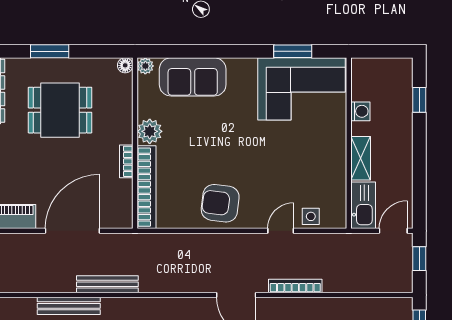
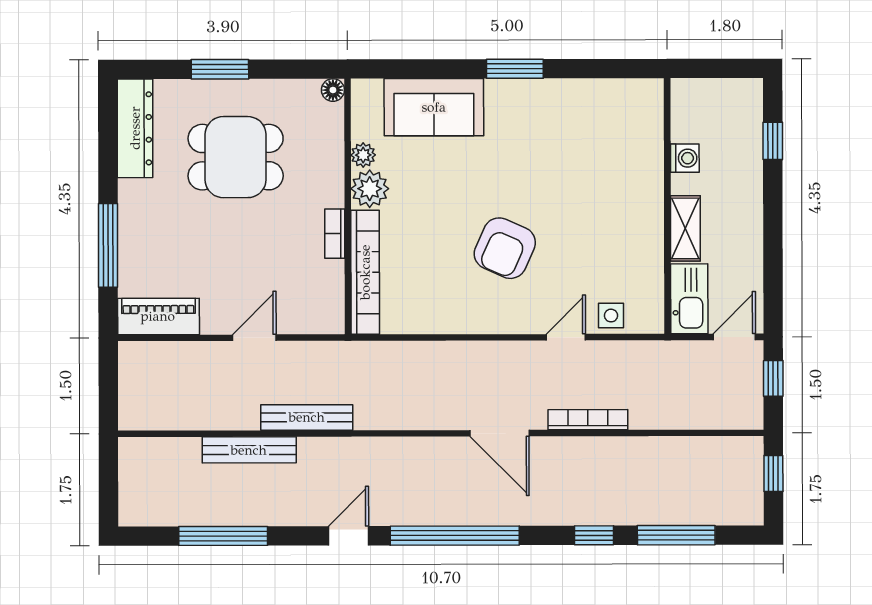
window: (293, 51) -> (515, 69), moved
plant: (145, 66) -> (363, 155), moved
corner sofa: (301, 89) -> (597, 125), removed
armchair: (220, 203) -> (505, 248), moved, turned -73
door: (72, 231) -> (254, 338), width x0.53

